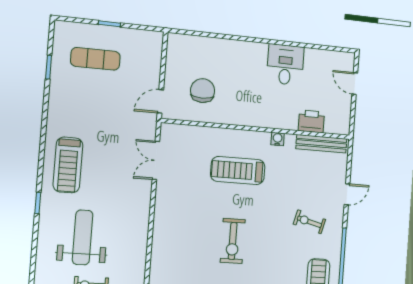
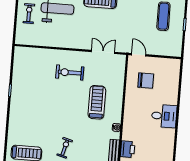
desk: (285, 65) -> (164, 116), moved
exercise bike: (233, 241) -> (70, 73), moved

